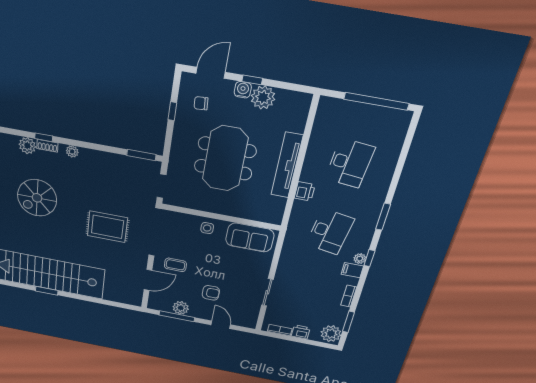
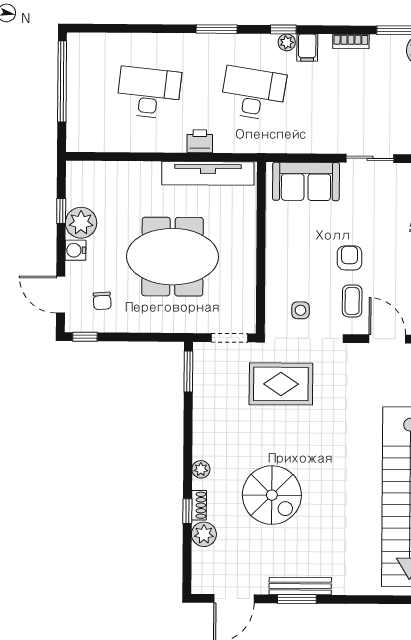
window: (252, 80) -> (61, 211), moved
window: (172, 111) -> (85, 337), moved
tv unit: (287, 165) -> (208, 173), moved
spiral stairs: (37, 198) -> (272, 495), moved
rug: (107, 227) -> (281, 384), moved, turned 90
side table: (207, 228) -> (300, 310), moved
sofa: (250, 238) -> (306, 181), moved, turned 90
armchair: (211, 293) -> (350, 258), moved

